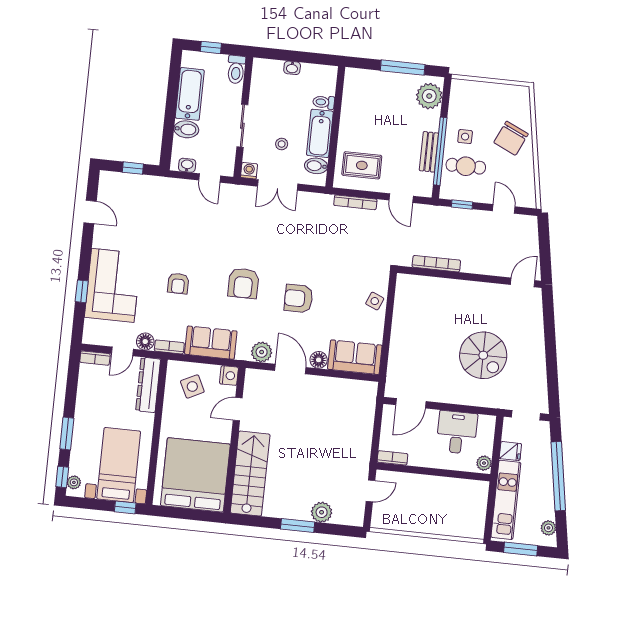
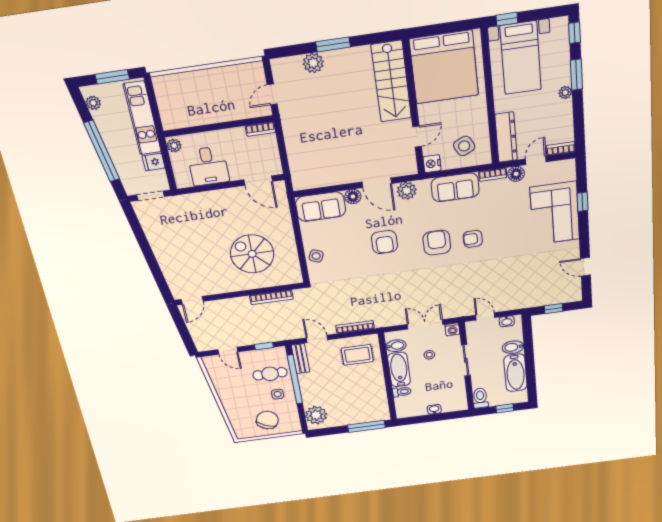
window: (403, 68) -> (366, 426), moved
chair: (511, 138) -> (267, 420), moved
bench: (429, 152) -> (300, 359), moved
armchair: (178, 283) -> (473, 239), moved, turned -90
armchair: (298, 299) -> (384, 242), turned 90
spiral stairs: (483, 355) -> (252, 254), moved
door: (411, 403) -> (258, 181), swing flipped
plant: (74, 482) -> (565, 92), moved

